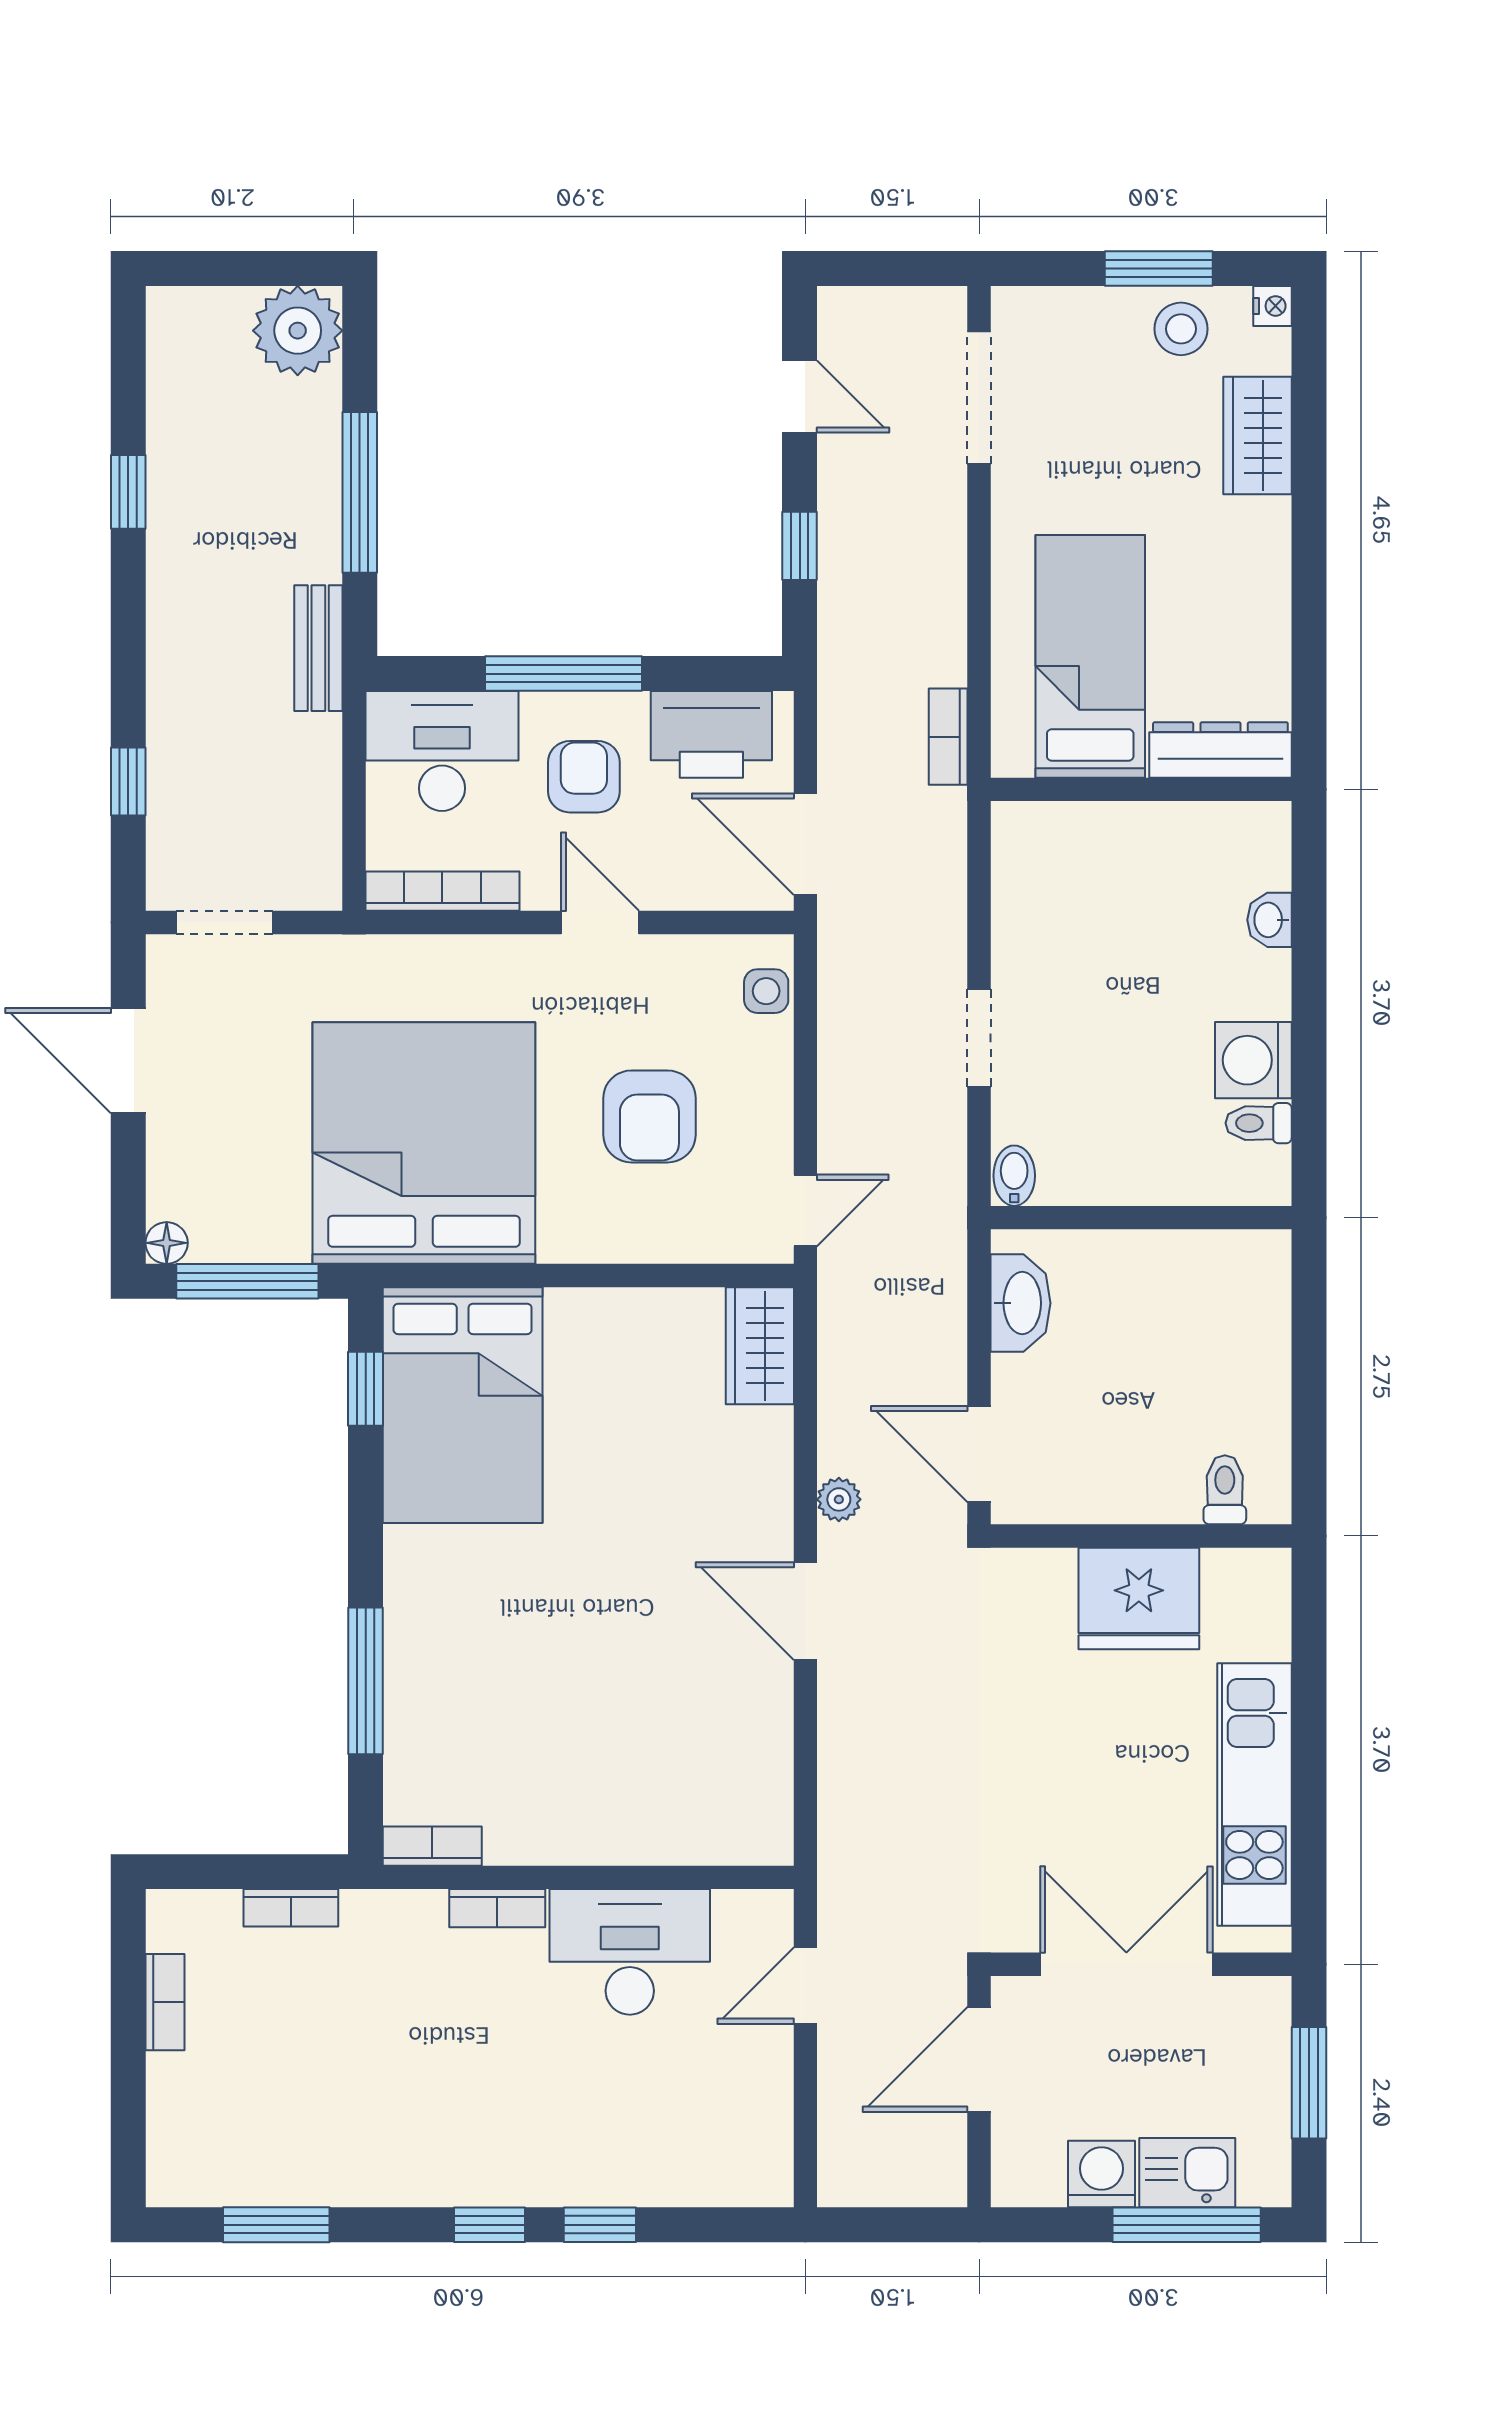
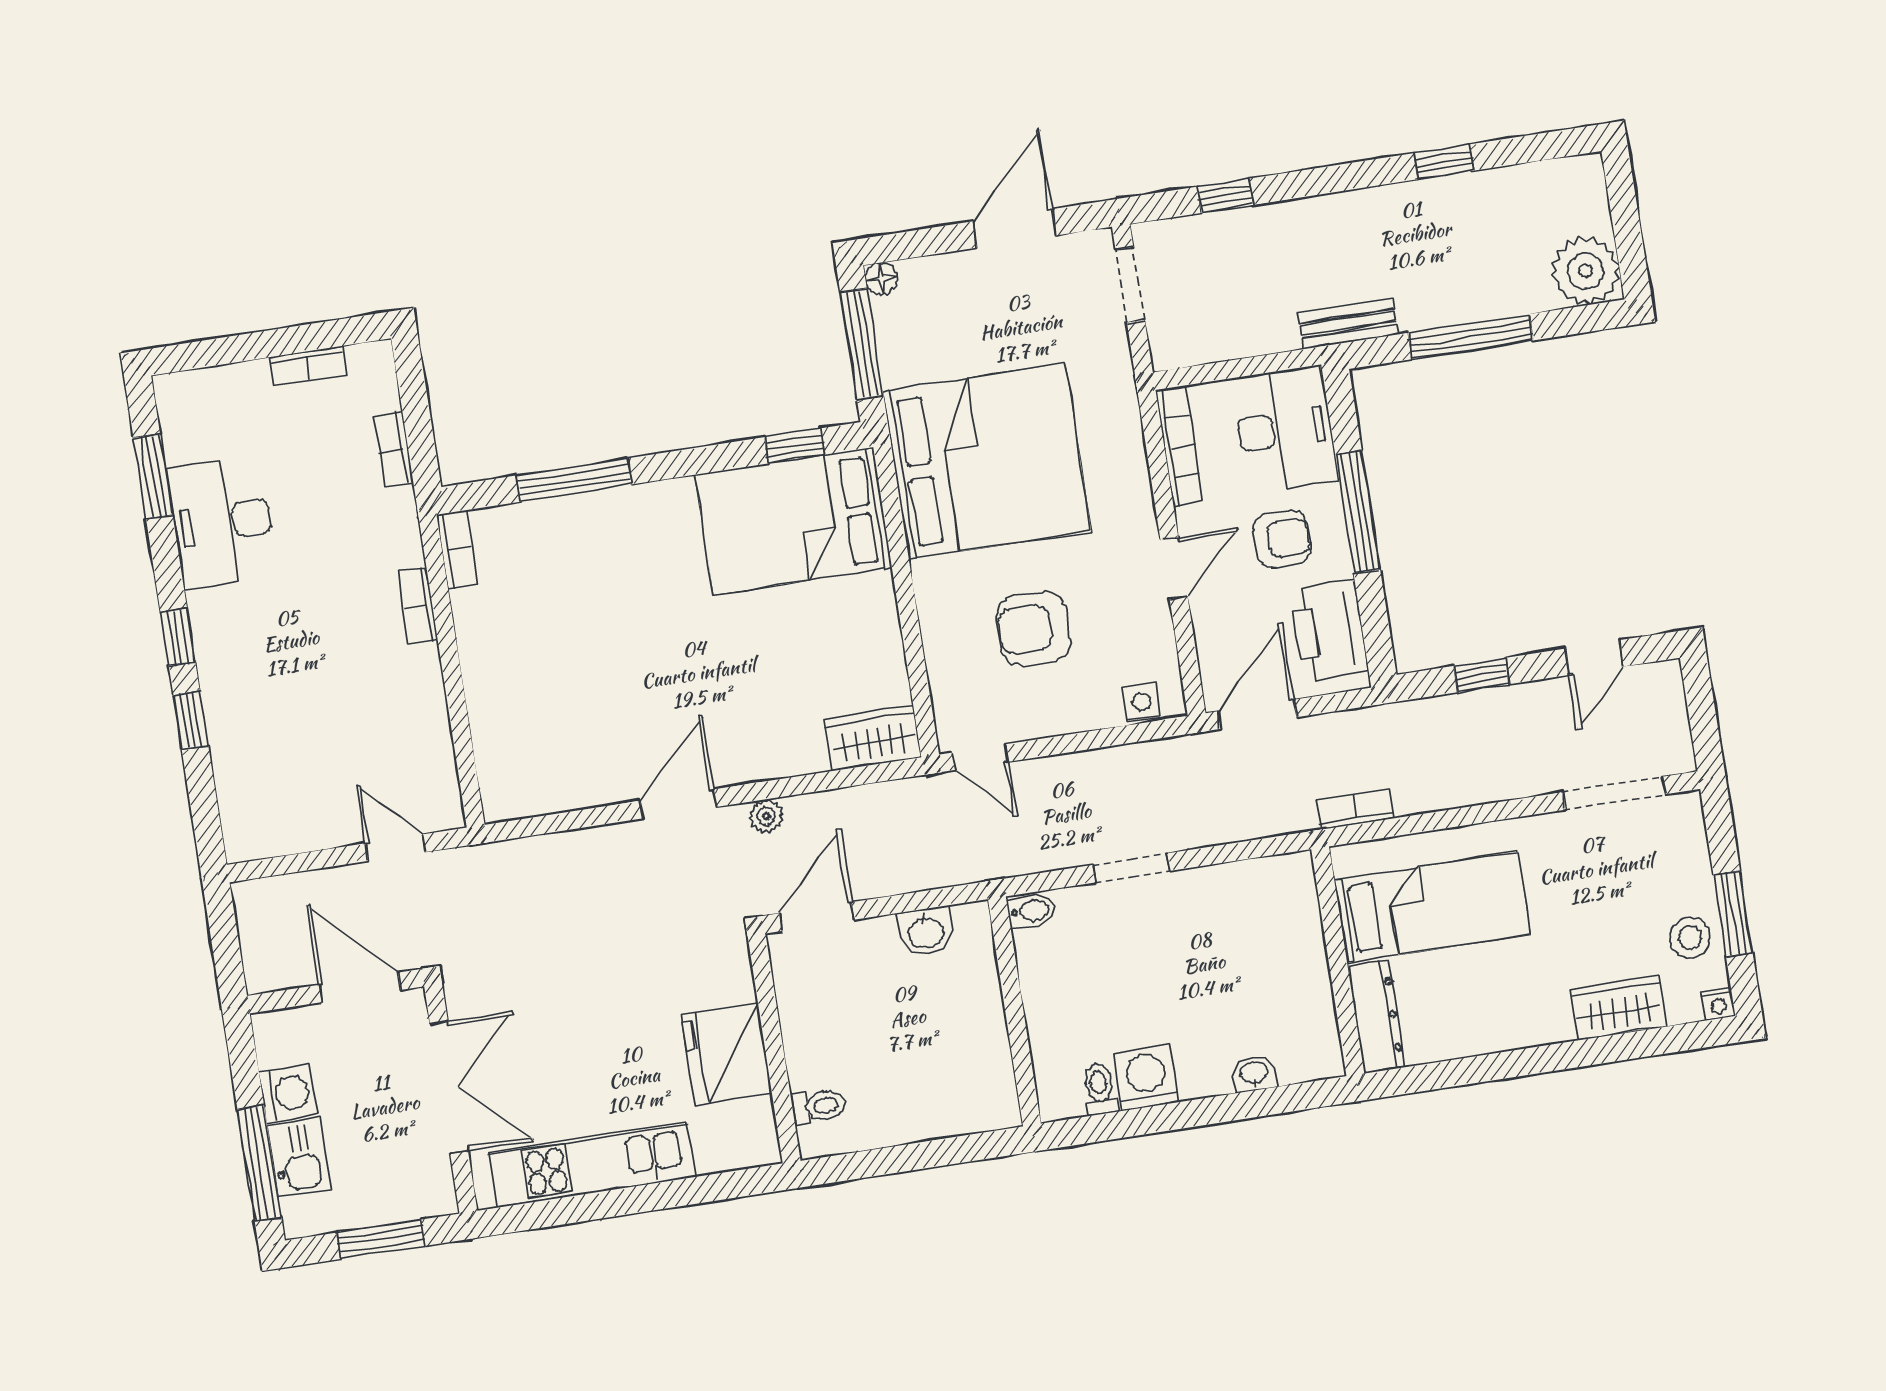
washbasin: (1020, 1303) -> (926, 932), width x0.72
desk: (630, 1952) -> (222, 522), moved, turned 180

